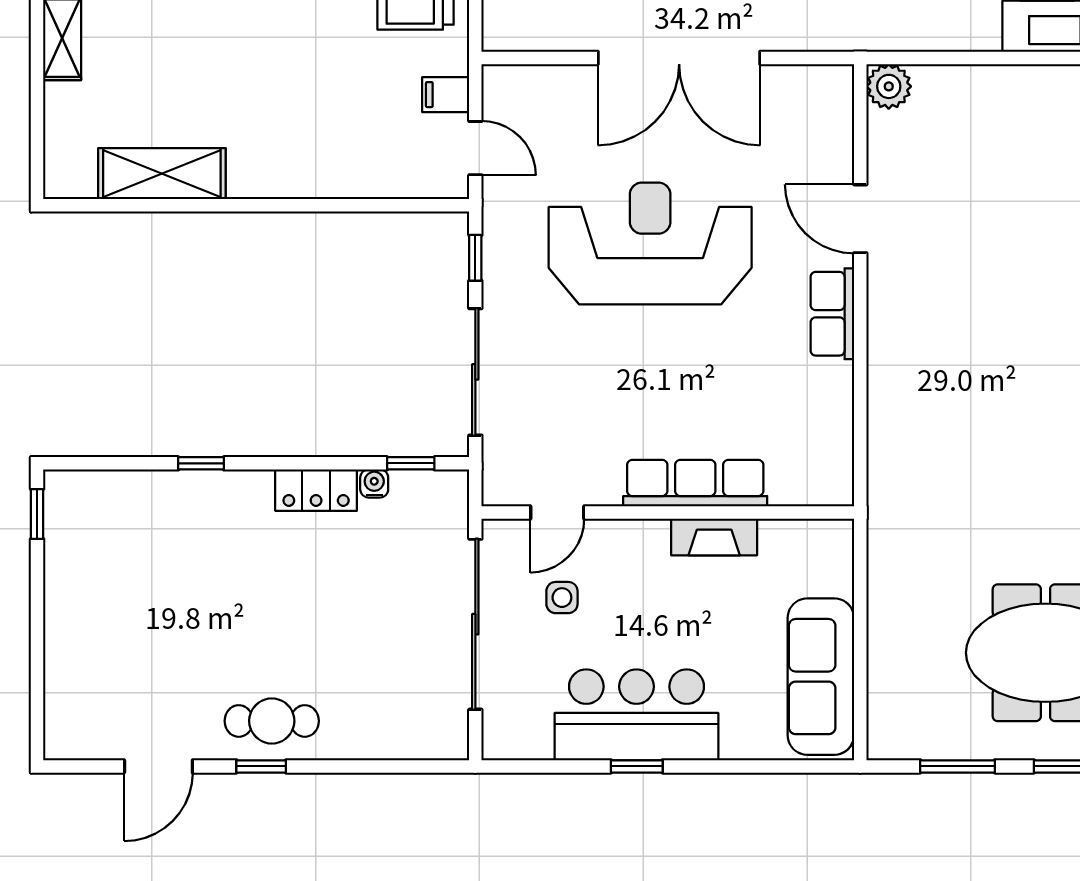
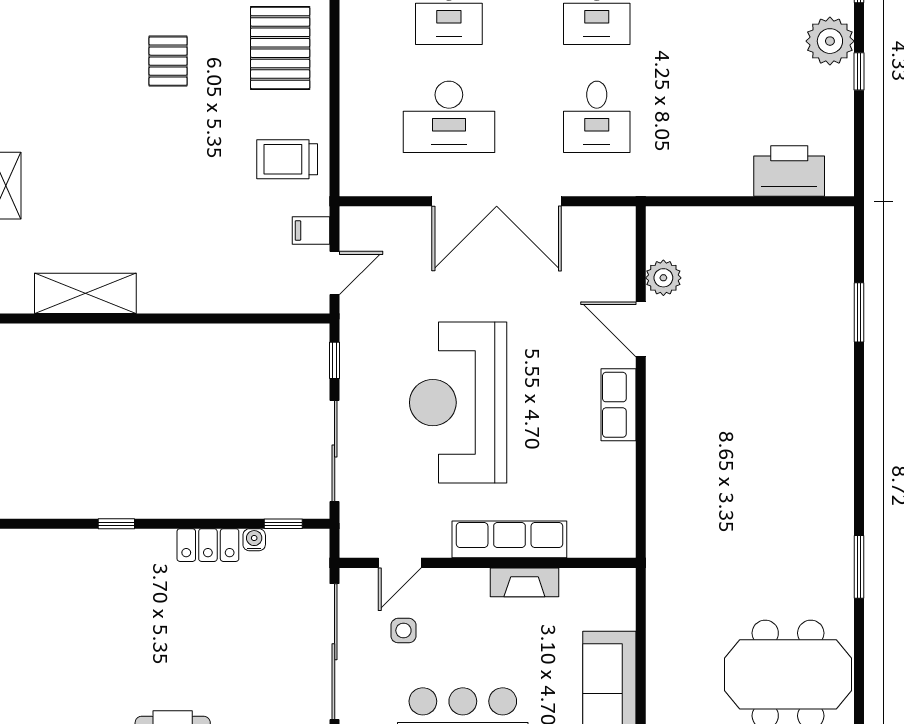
plant: (889, 86) -> (663, 278), moved
door: (475, 148) -> (335, 273), hinge flipped
reception desk: (650, 243) -> (458, 403), moved, turned -90

